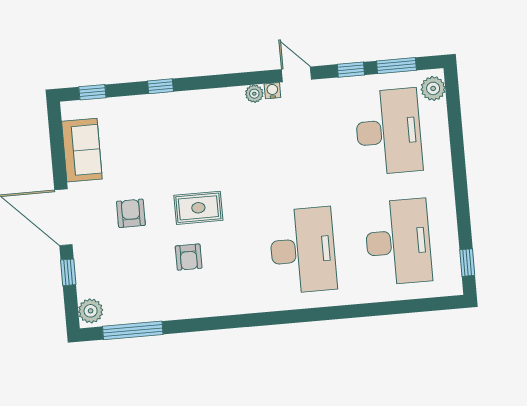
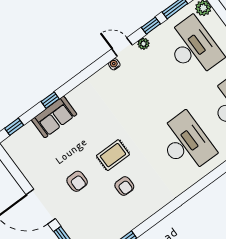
plant: (254, 94) -> (143, 44), moved
sofa: (82, 150) -> (54, 117), moved, turned 90
armchair: (131, 213) -> (77, 181), turned 180

